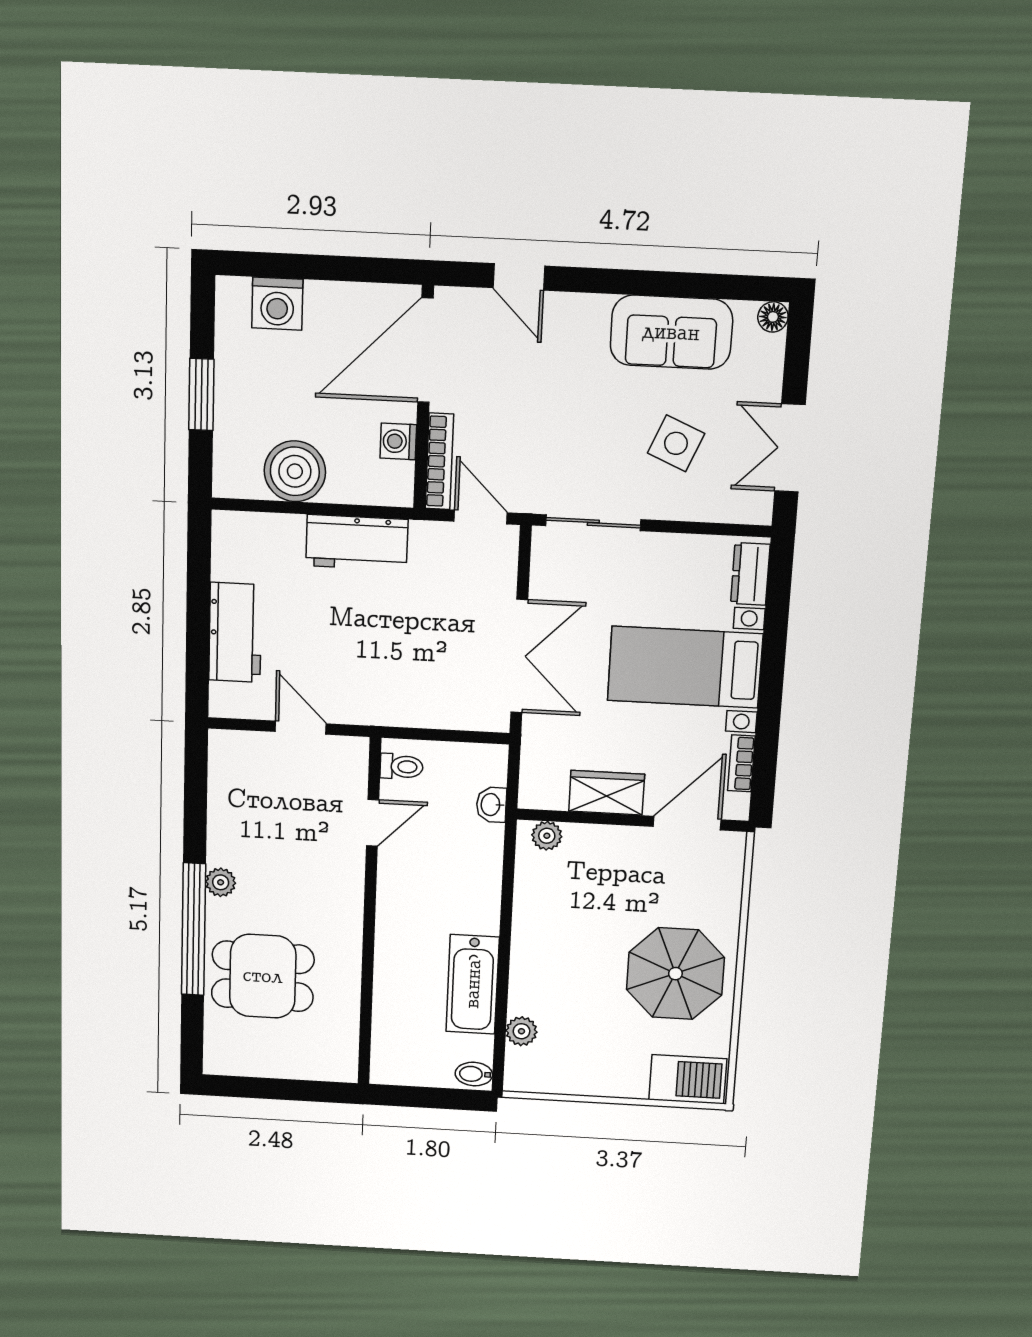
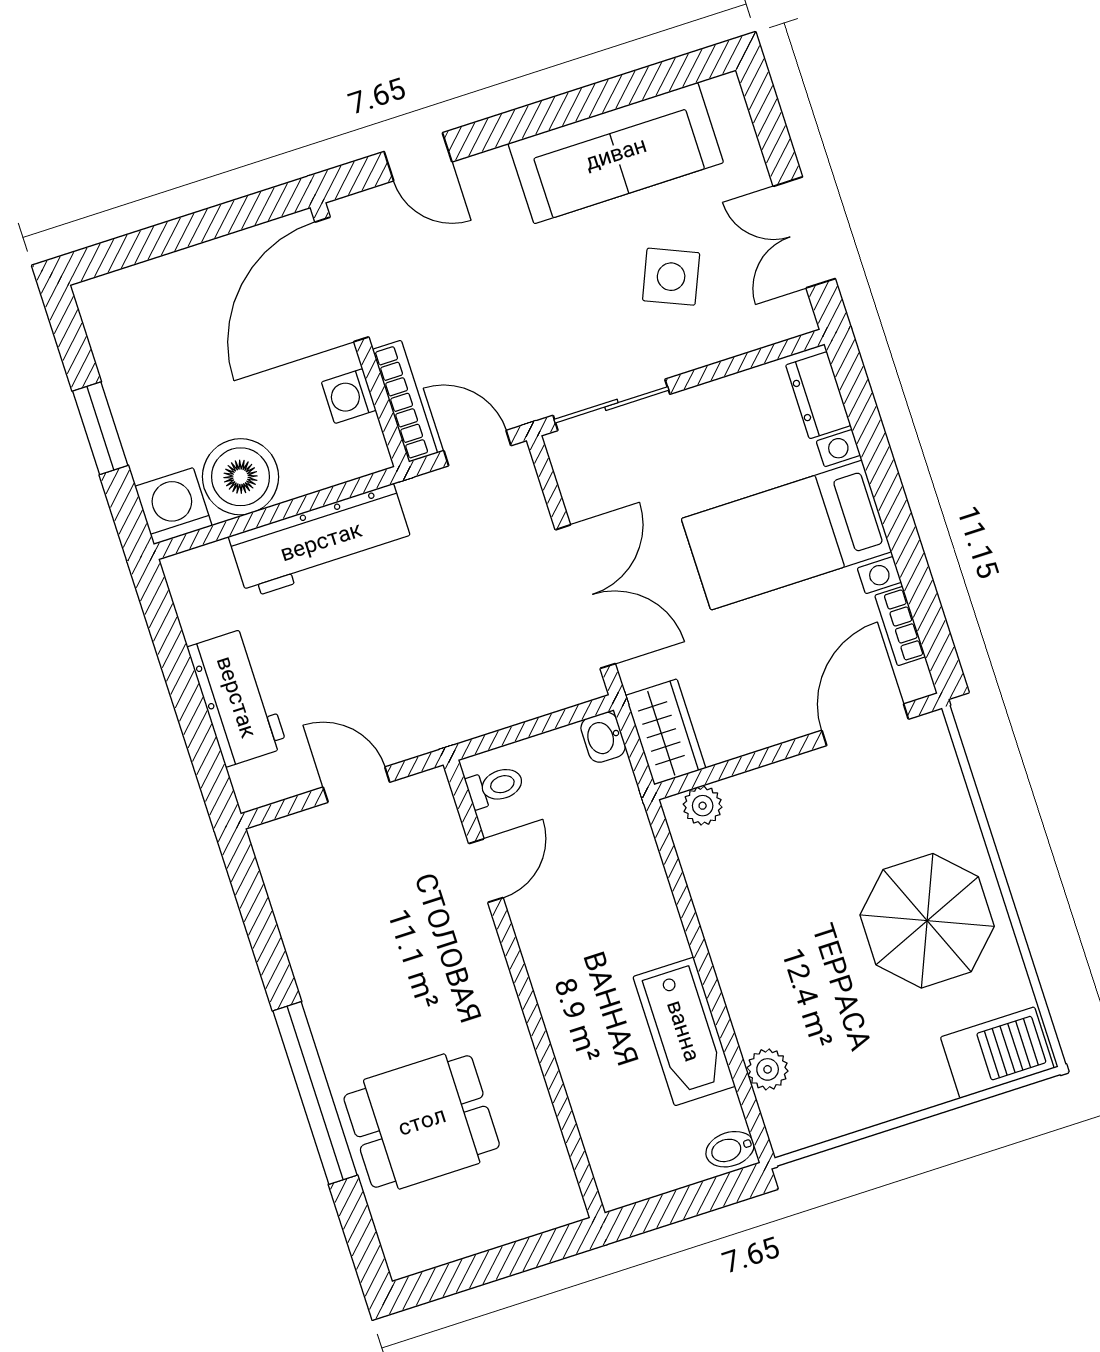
washing machine: (277, 304) -> (173, 506), moved, turned 180
floor lamp: (773, 317) -> (724, 93), removed
sofa: (671, 332) -> (616, 153), width x1.36
workbench: (357, 543) -> (321, 541), width x1.37
wardrobe: (607, 793) -> (666, 732), moved, turned 90
washbasin: (491, 805) -> (603, 737), moved
plant: (221, 882) -> (327, 1019), removed

